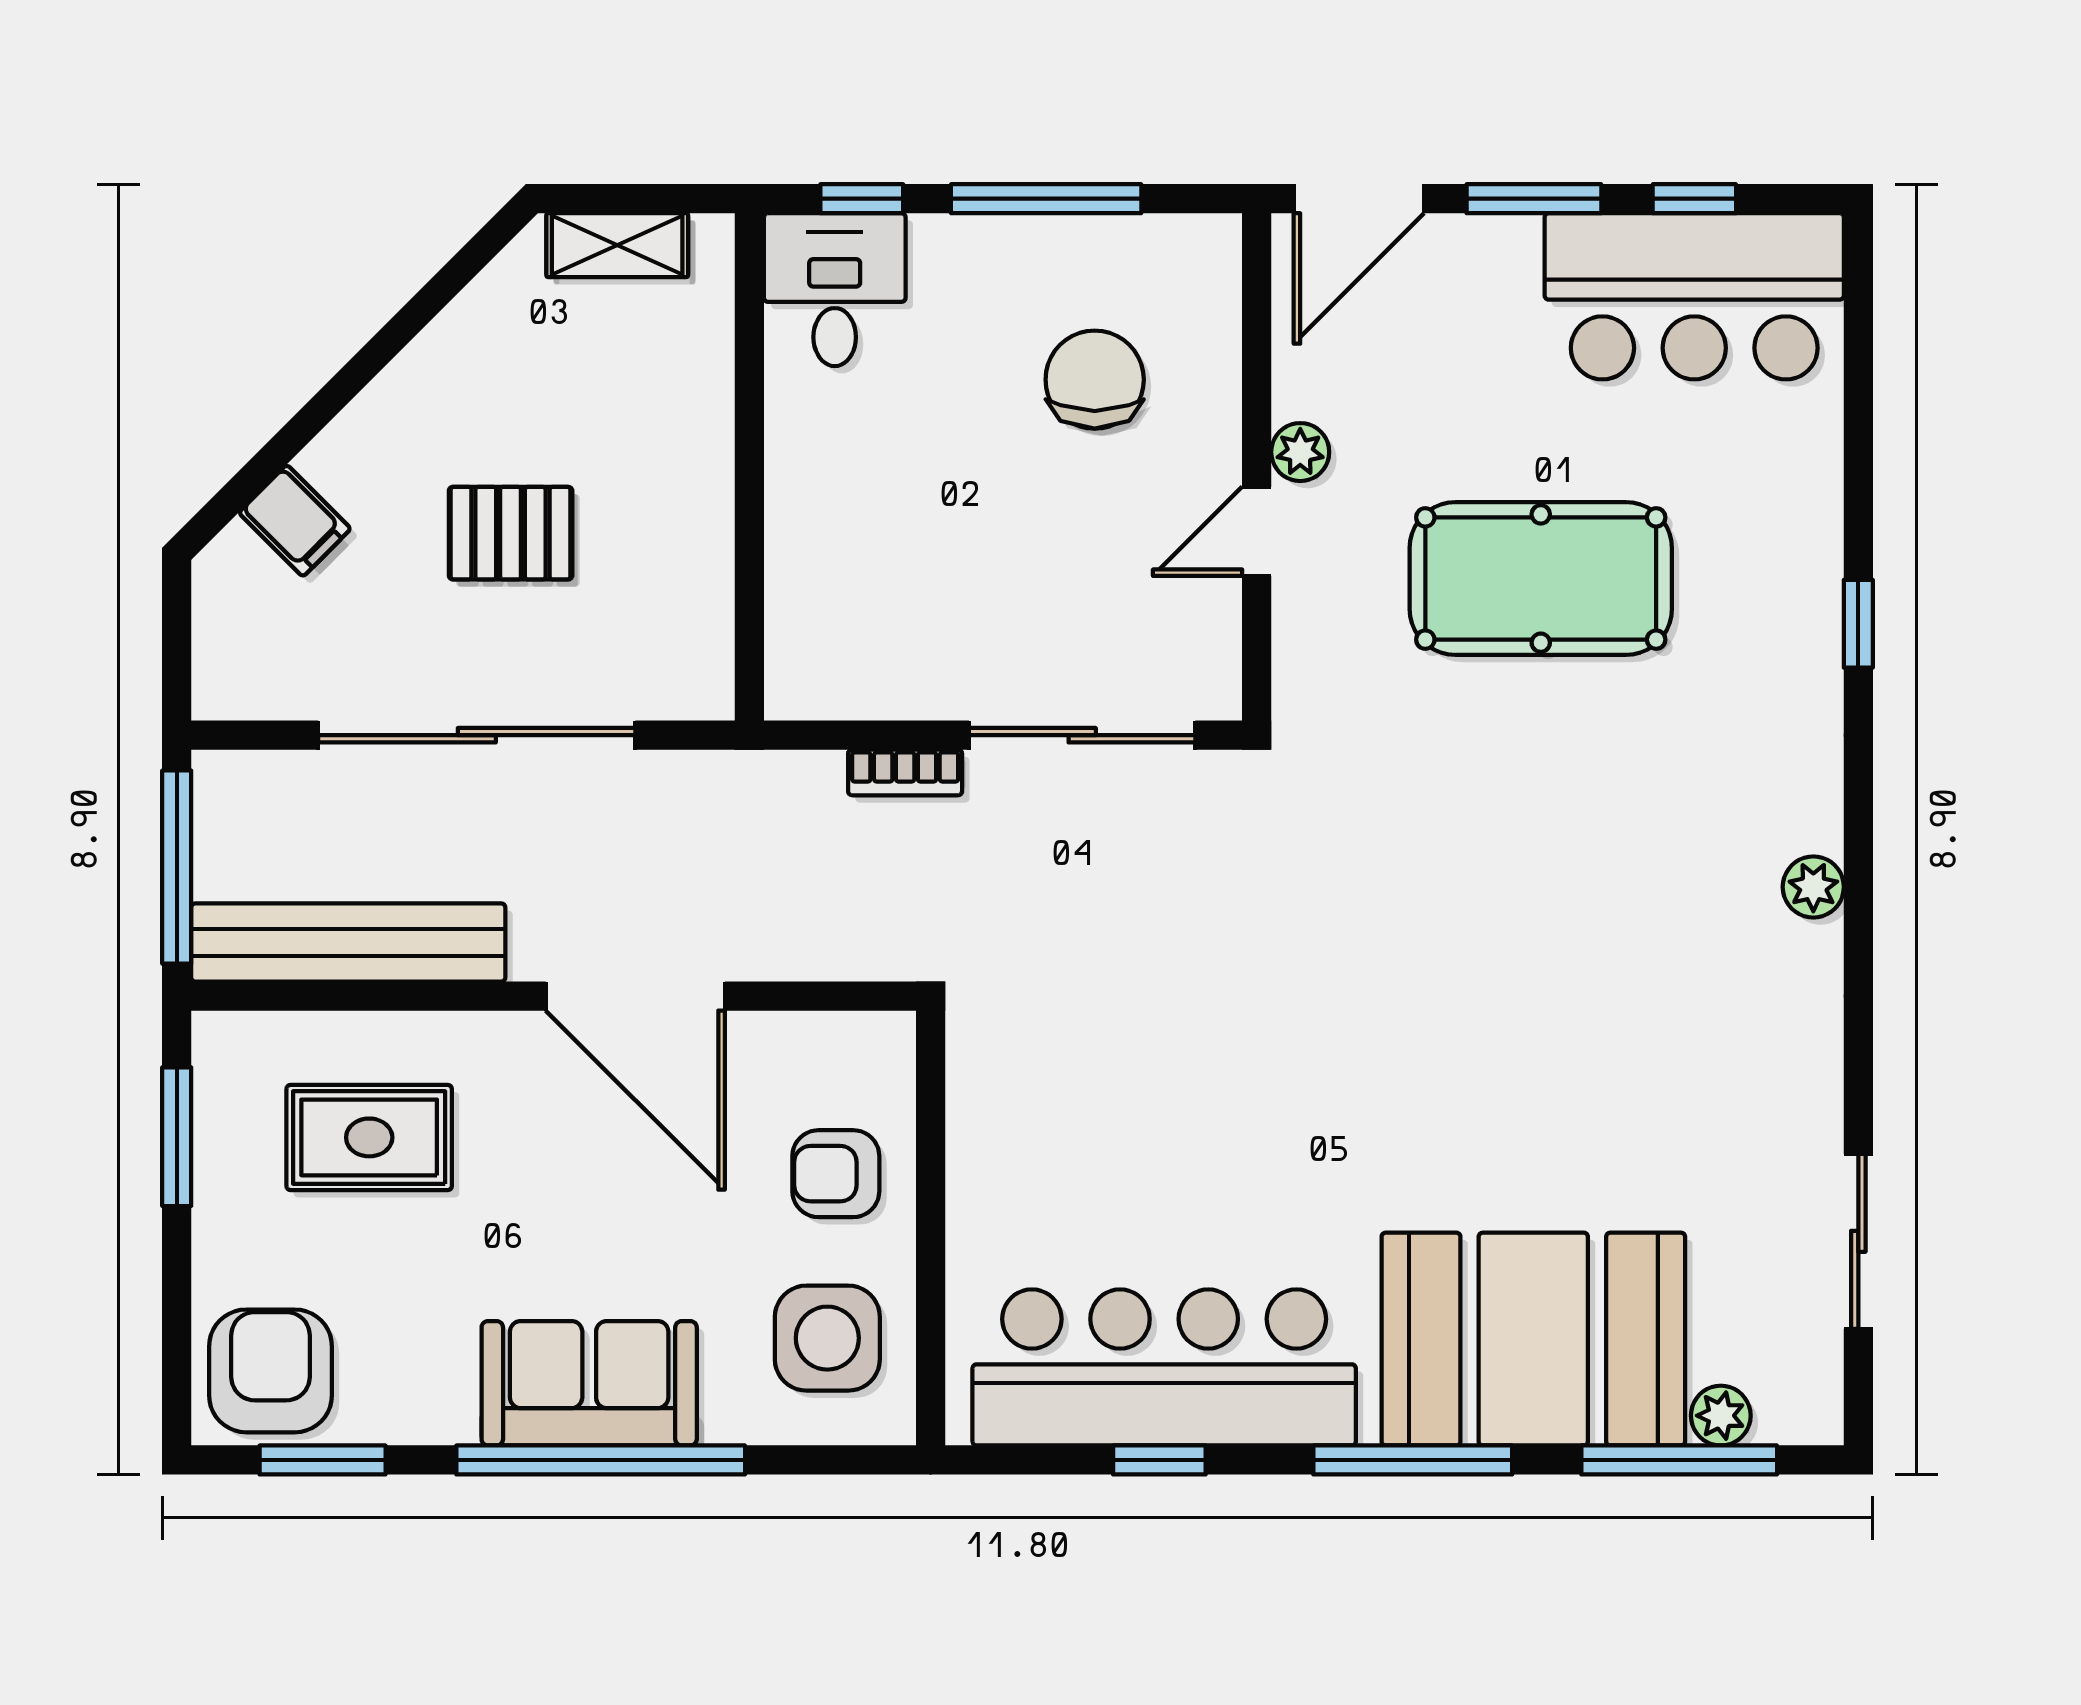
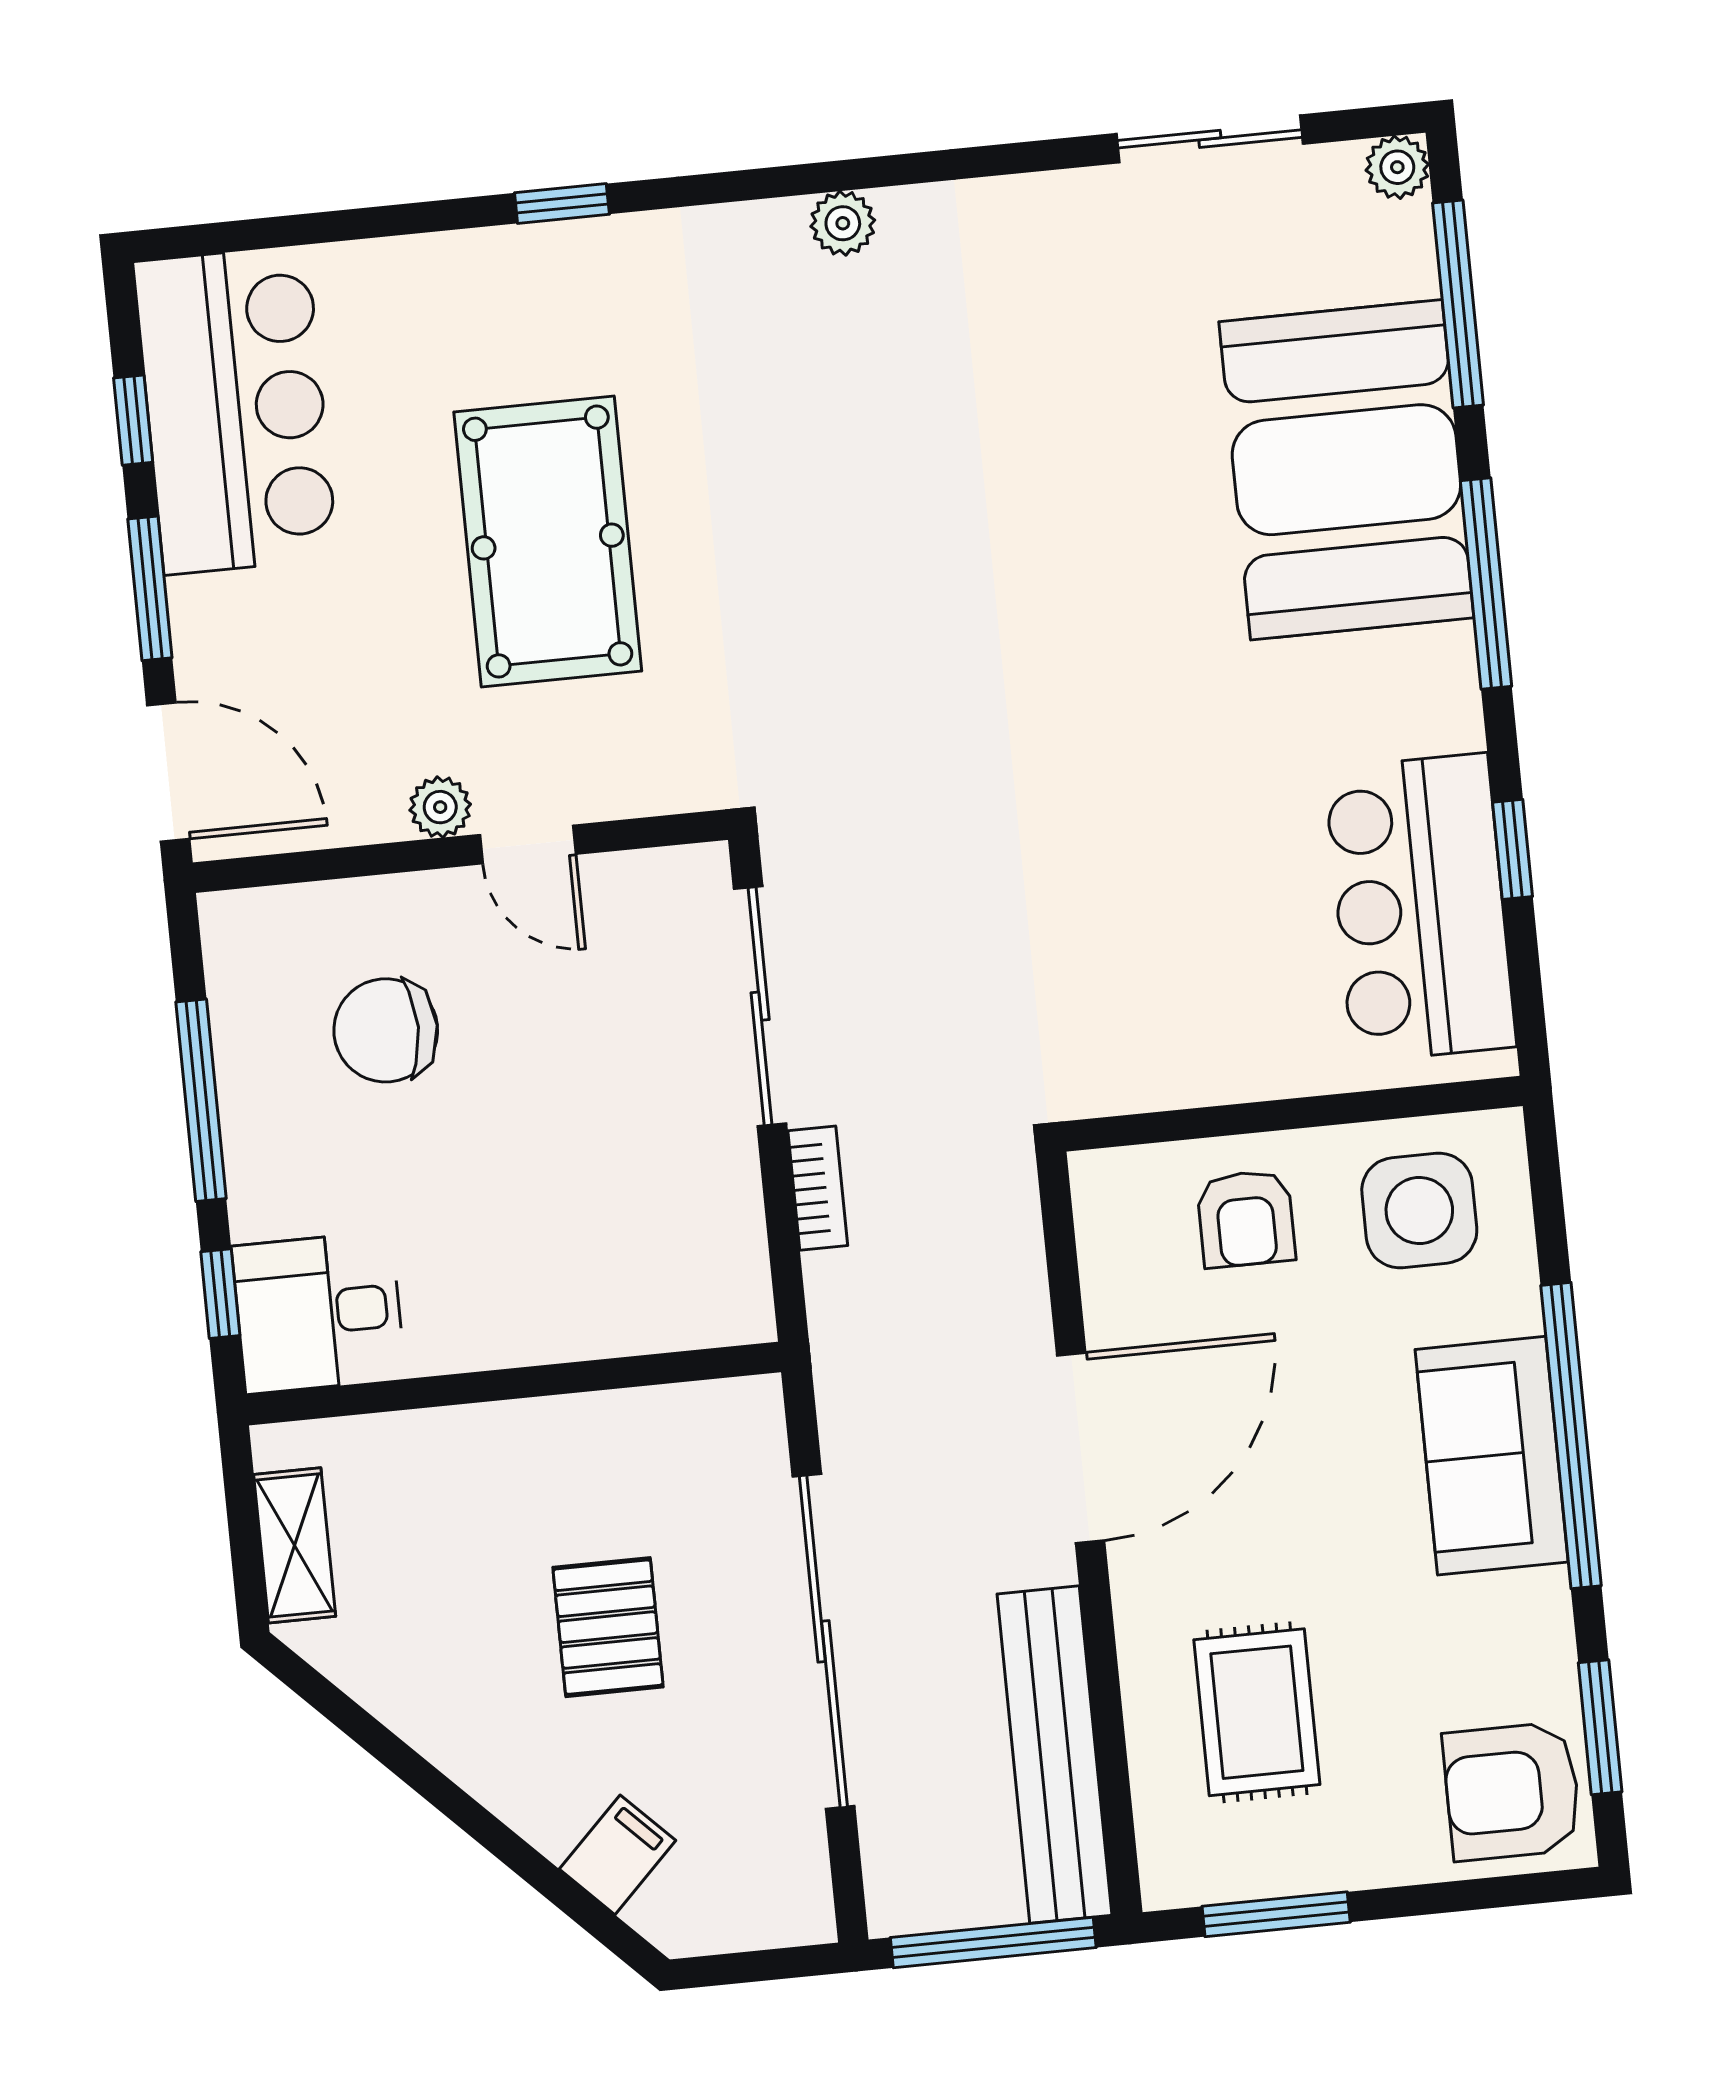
bar counter: (1164, 1367) -> (1420, 908), width x0.73
plant: (1721, 1416) -> (1397, 167), moved

